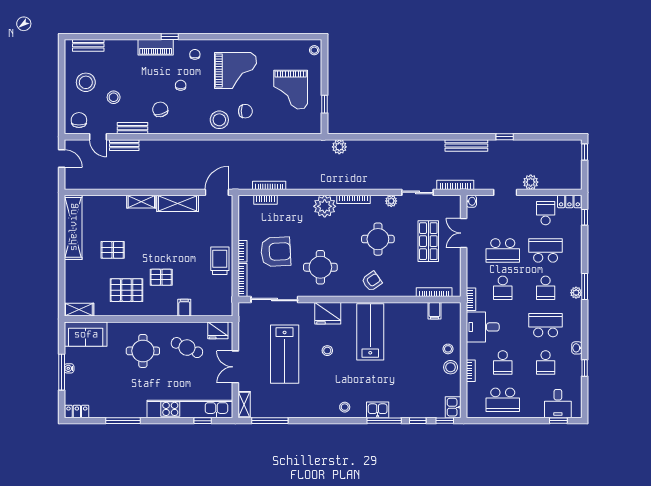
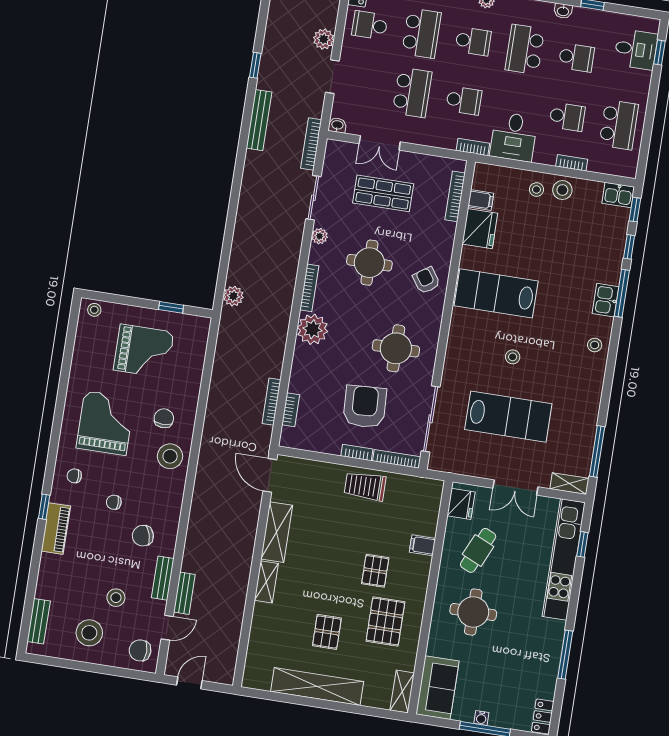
shelving: (73, 227) -> (317, 686), moved
school desk: (546, 250) -> (421, 33), turned 180
fridge: (328, 313) -> (480, 229), moved

